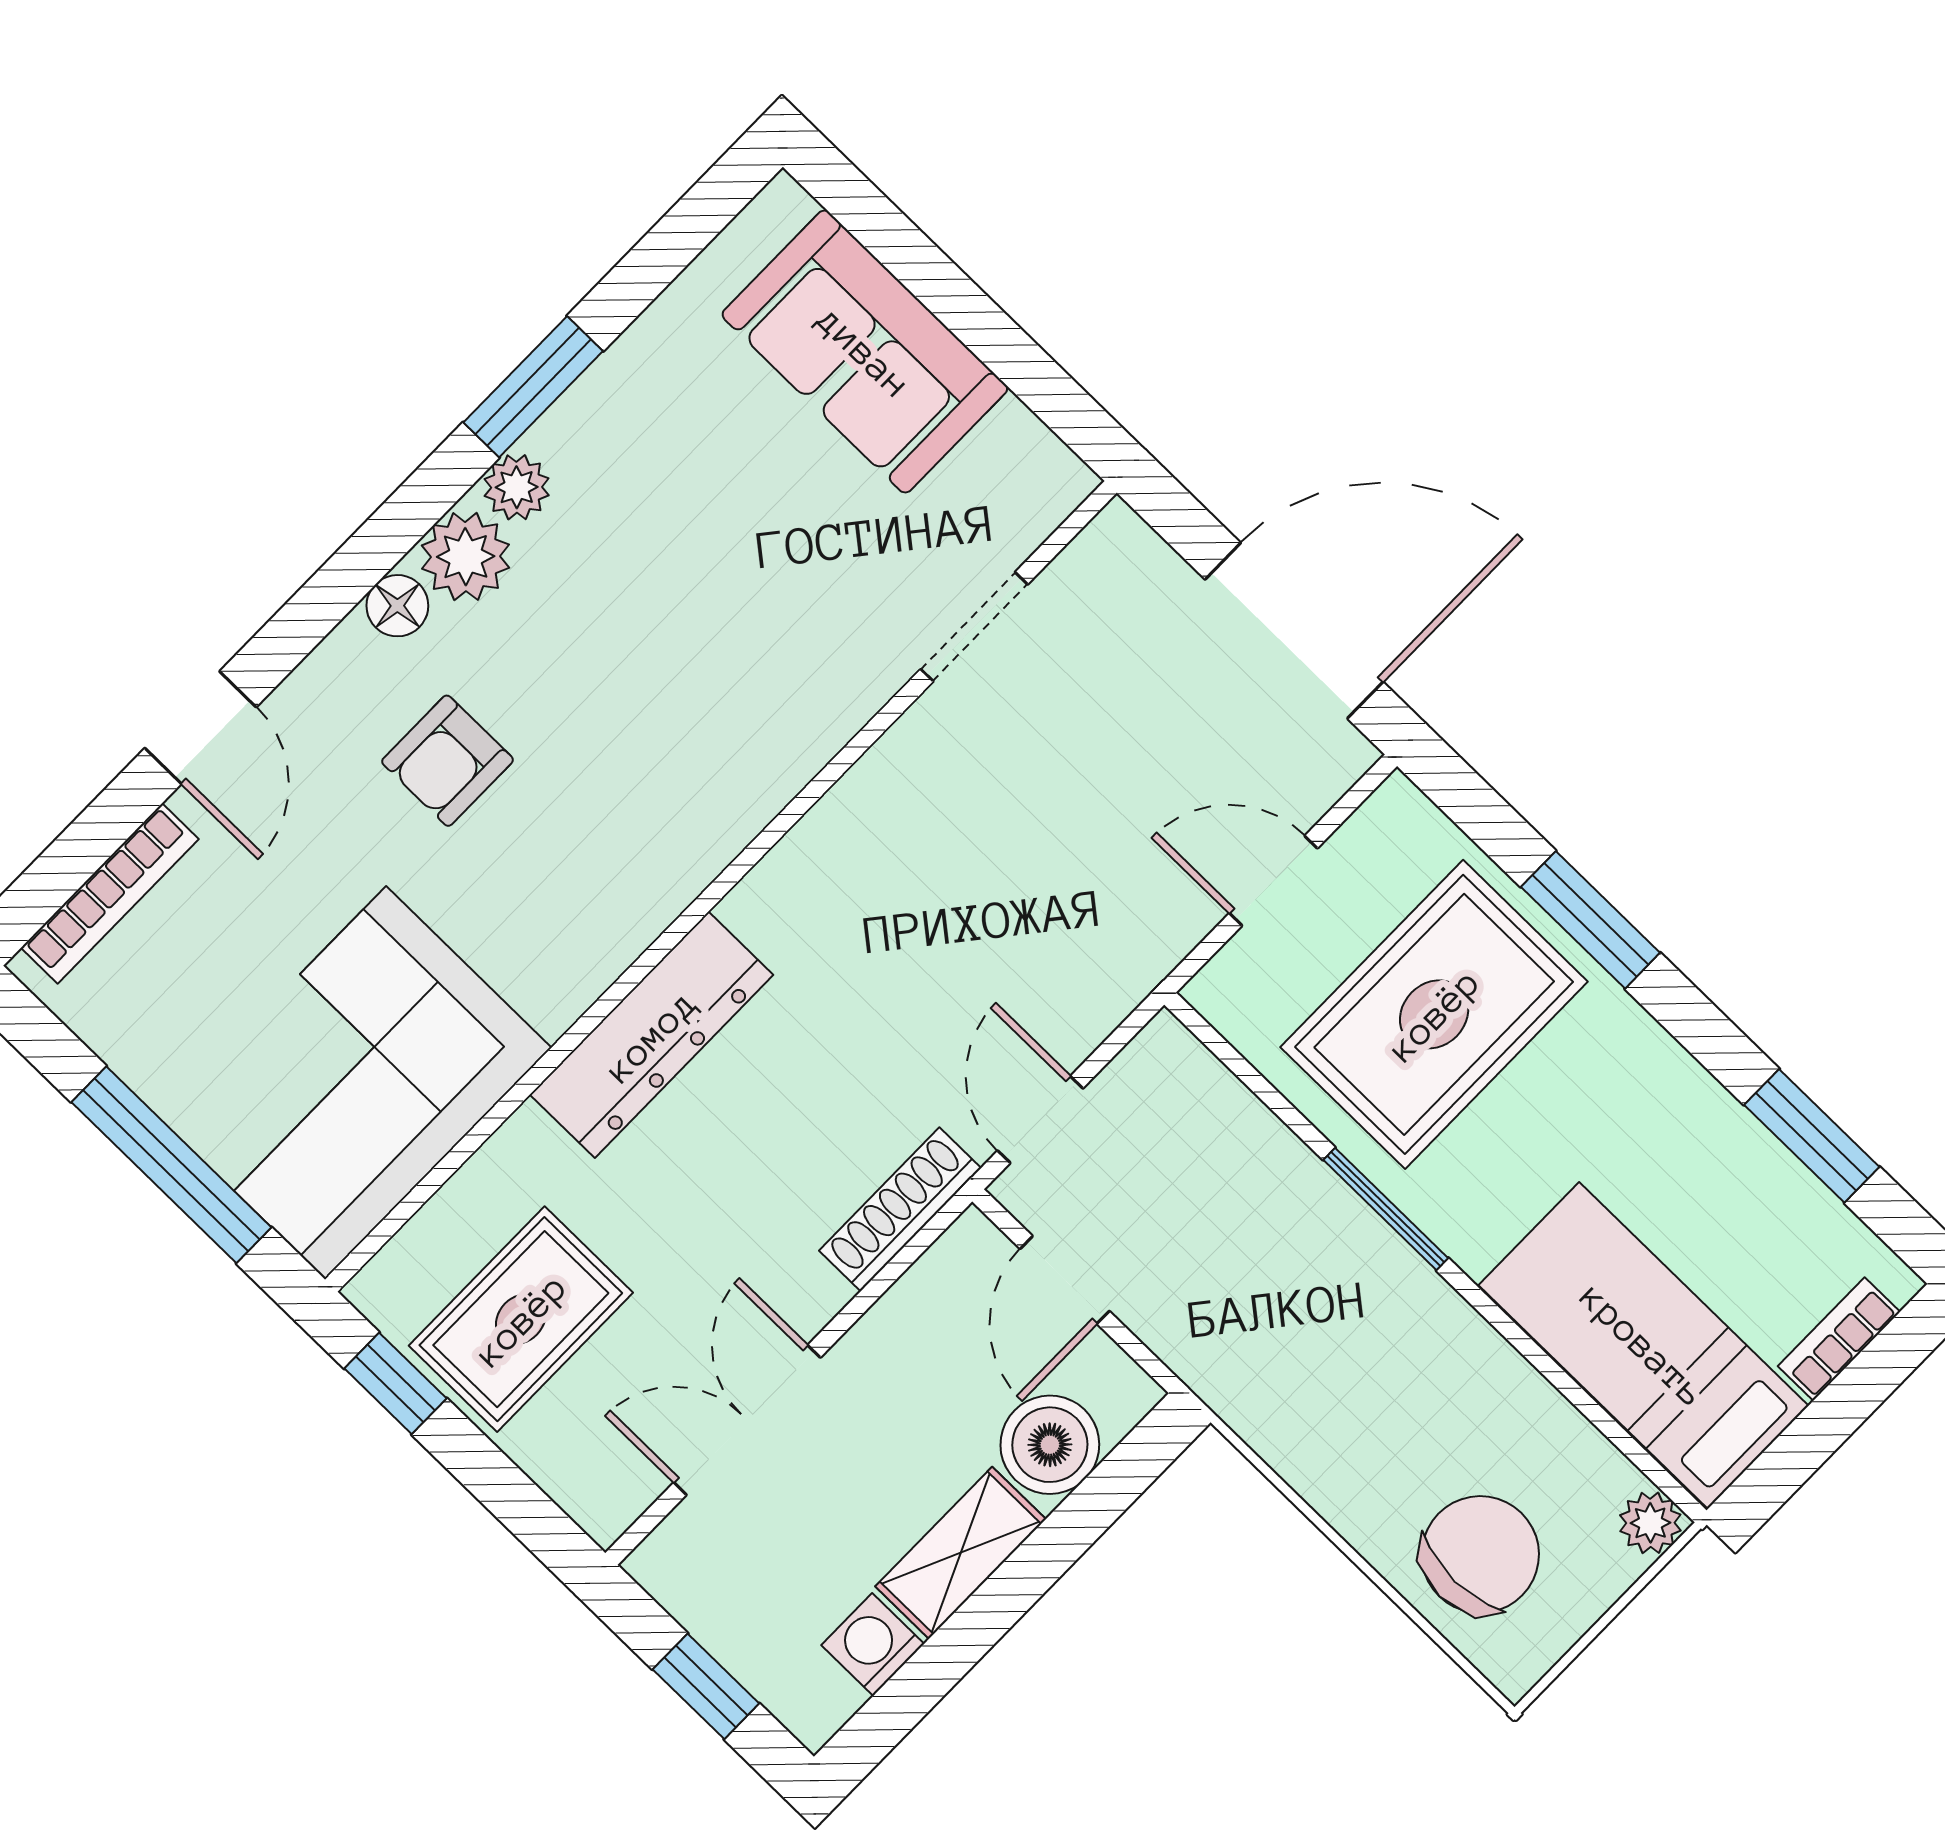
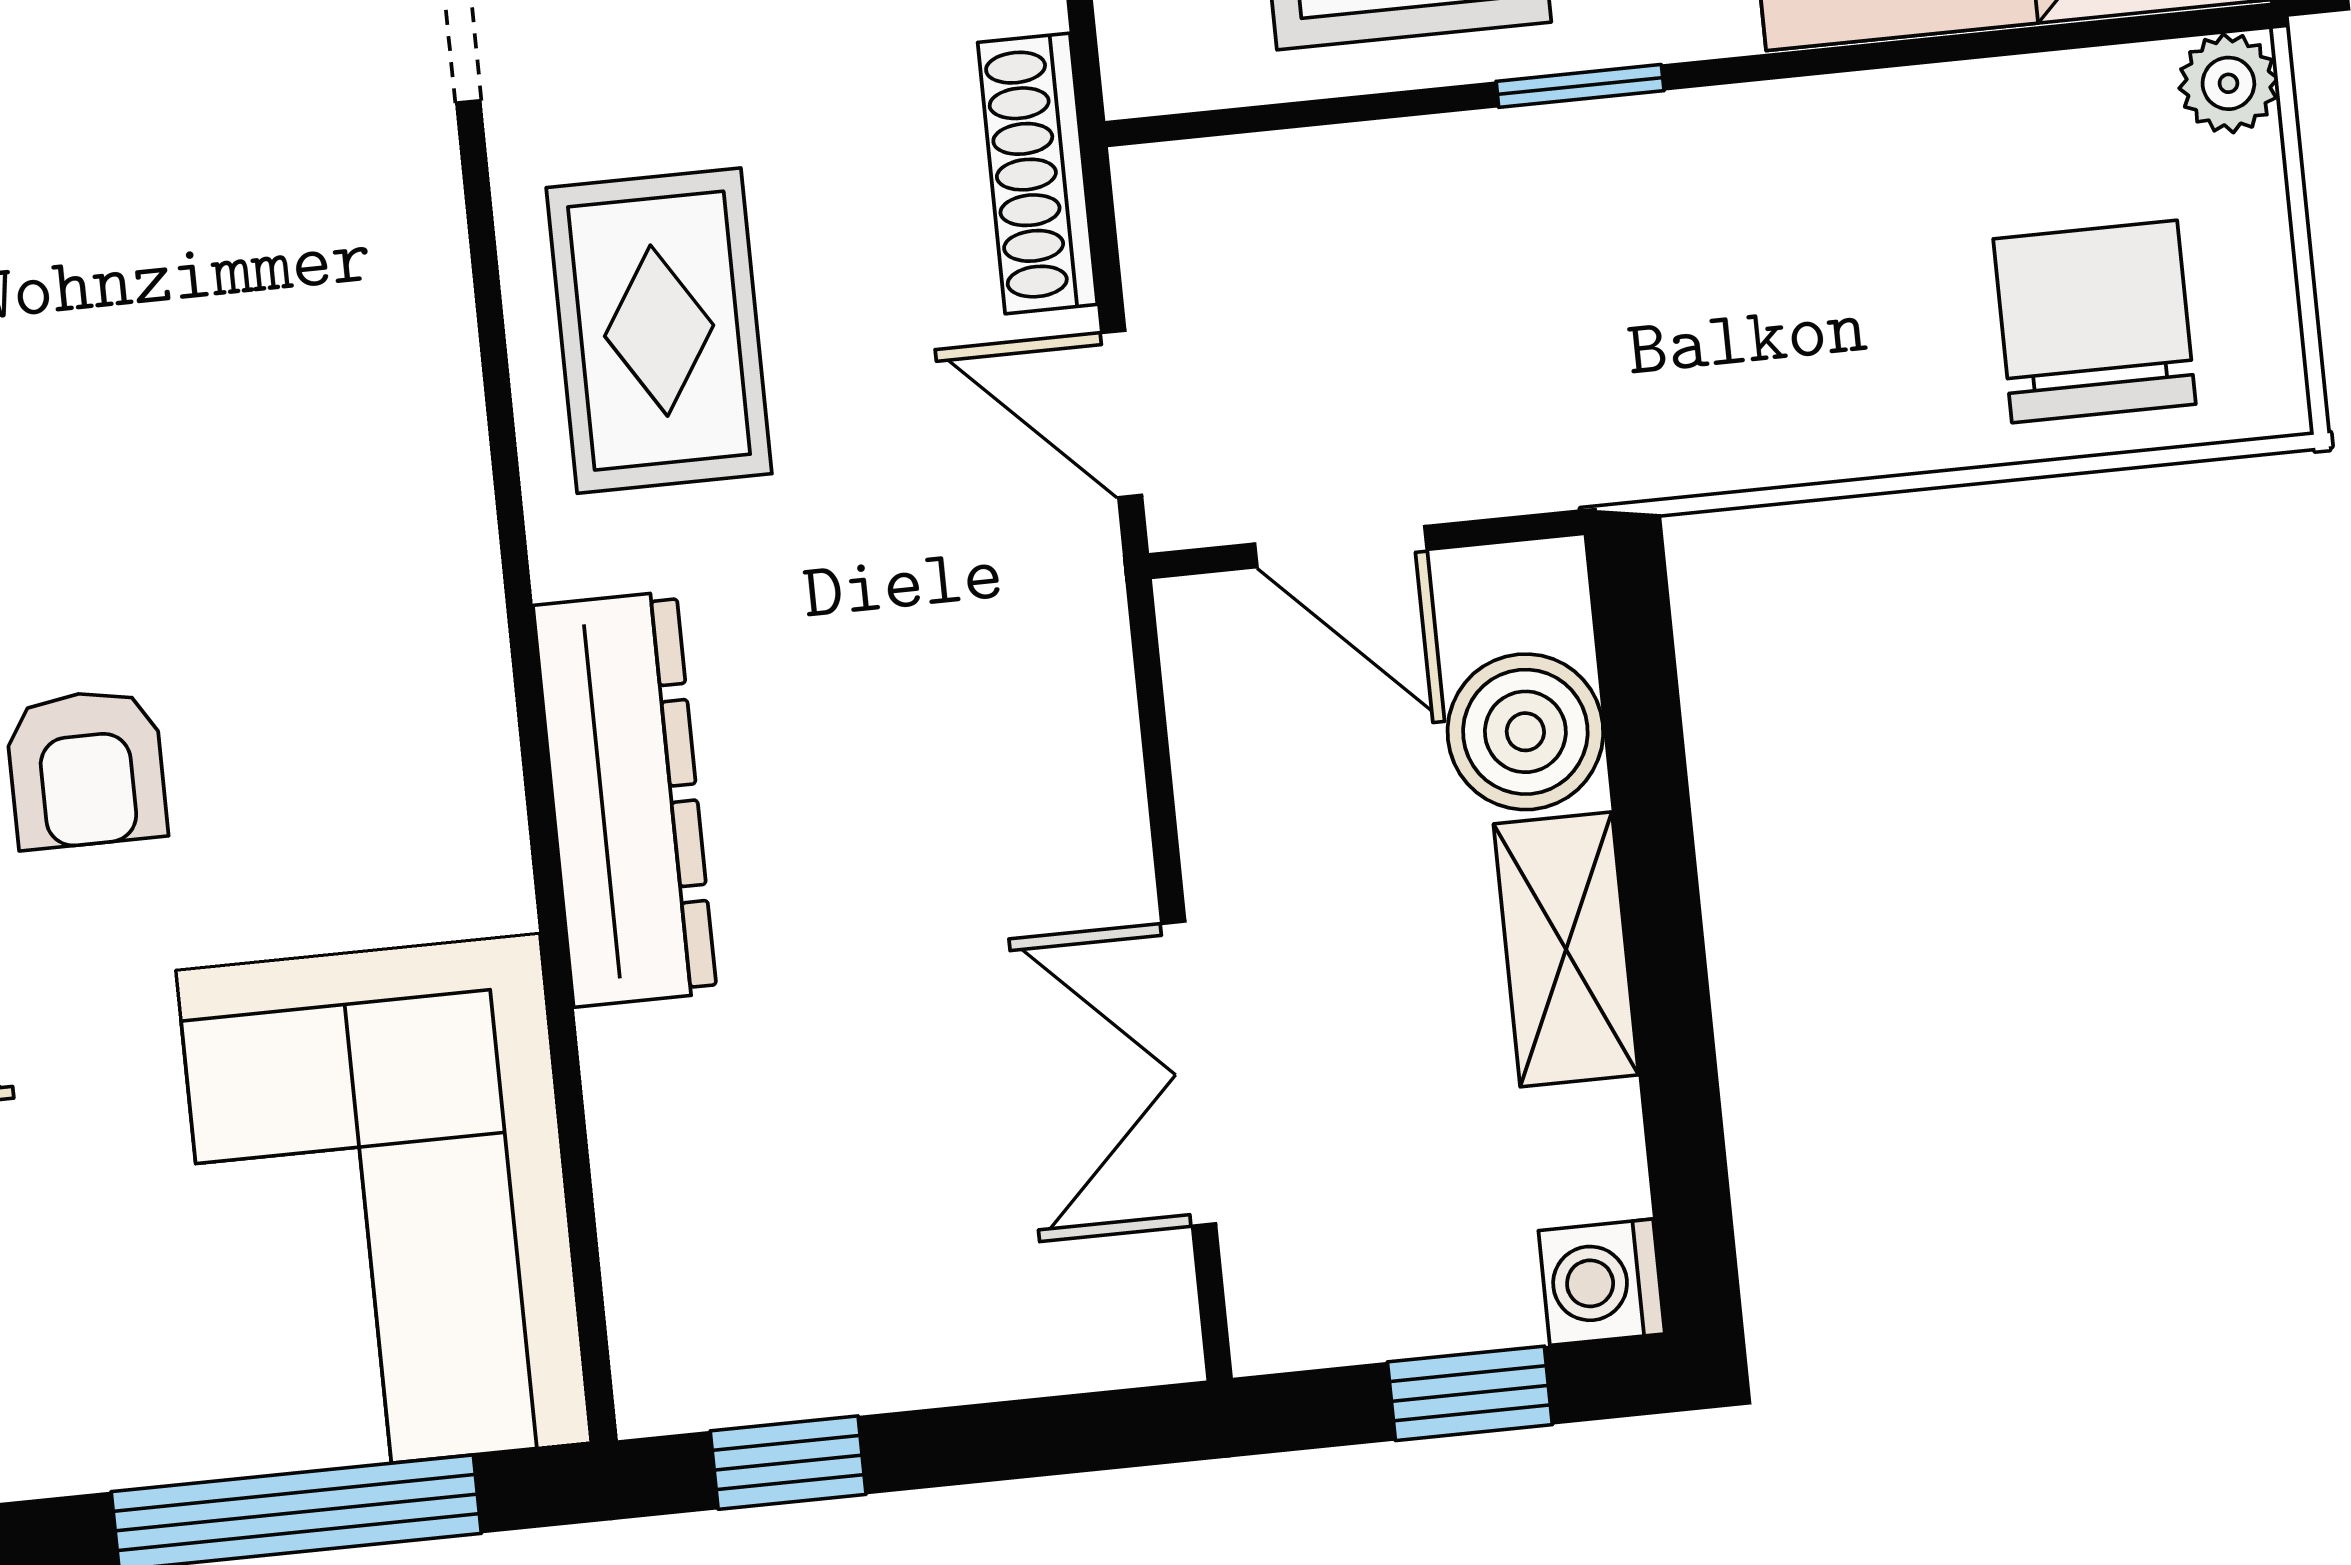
shoe rack: (900, 1209) -> (1037, 173), moved
window: (1386, 1209) -> (1580, 86), width x0.67
rug: (521, 1319) -> (659, 331), moved
washing machine: (873, 1644) -> (1602, 1282), moved

